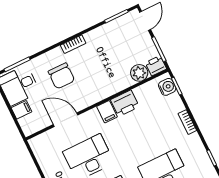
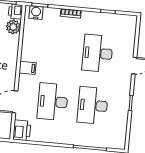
printer: (125, 103) -> (22, 130), moved

